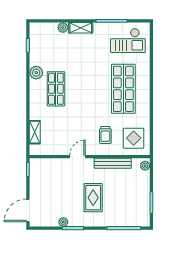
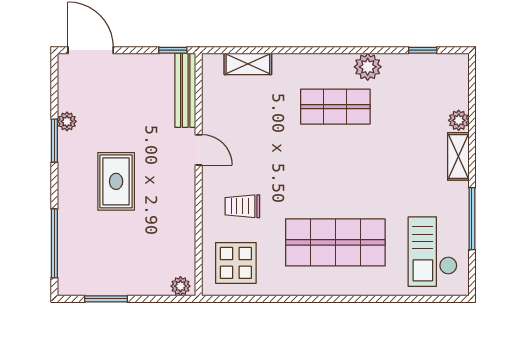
bench: (113, 163) -> (185, 90), moved
rug: (93, 198) -> (116, 181), turned 90

